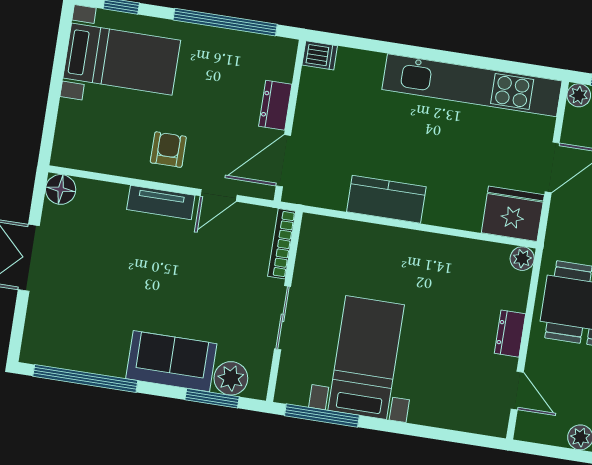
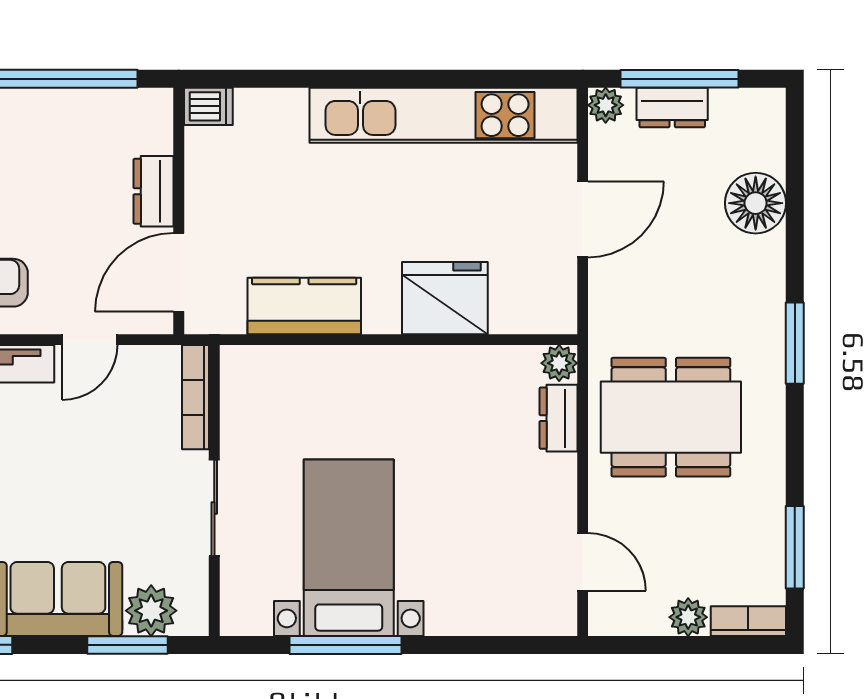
kitchen counter: (386, 199) -> (304, 306), moved
fridge: (513, 214) -> (445, 298), moved
dresser: (510, 334) -> (559, 418), moved
window: (322, 415) -> (346, 645), moved

